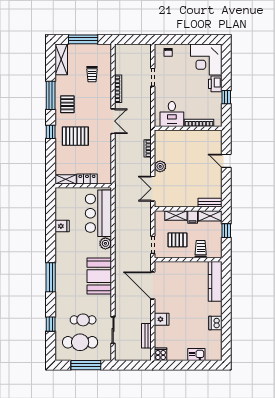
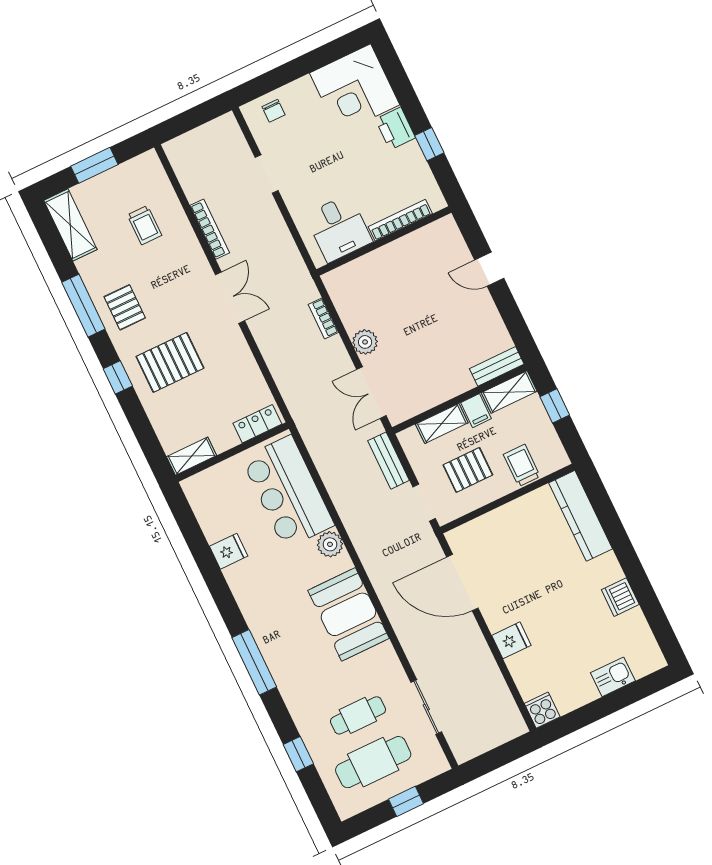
window: (83, 39) -> (94, 165), width x0.69
locker: (87, 179) -> (257, 424), moved
bench: (146, 336) -> (389, 461), moved
window: (86, 365) -> (406, 801), width x0.46

